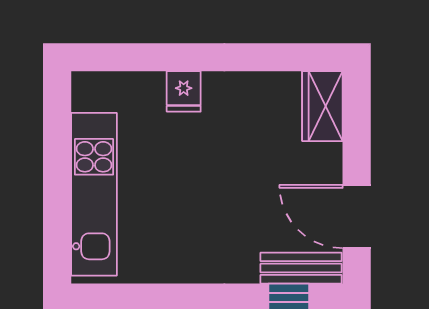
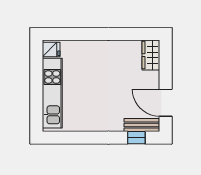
fridge: (184, 91) -> (51, 50), moved, turned -90

